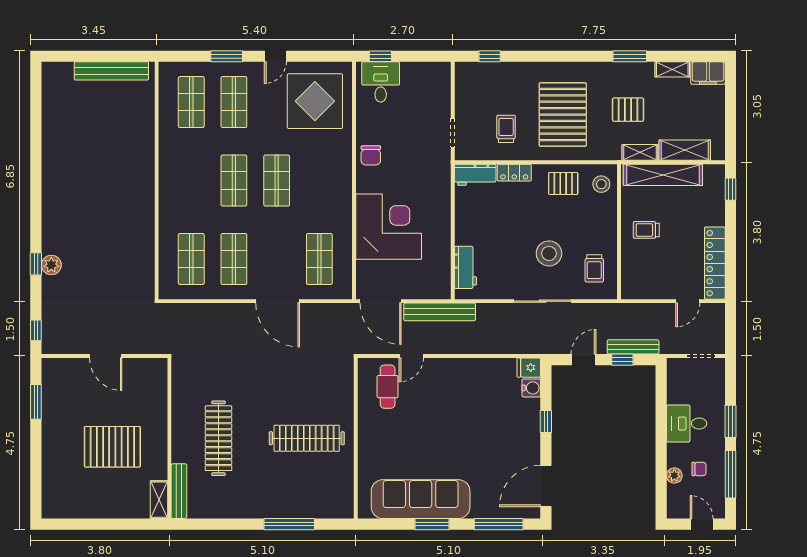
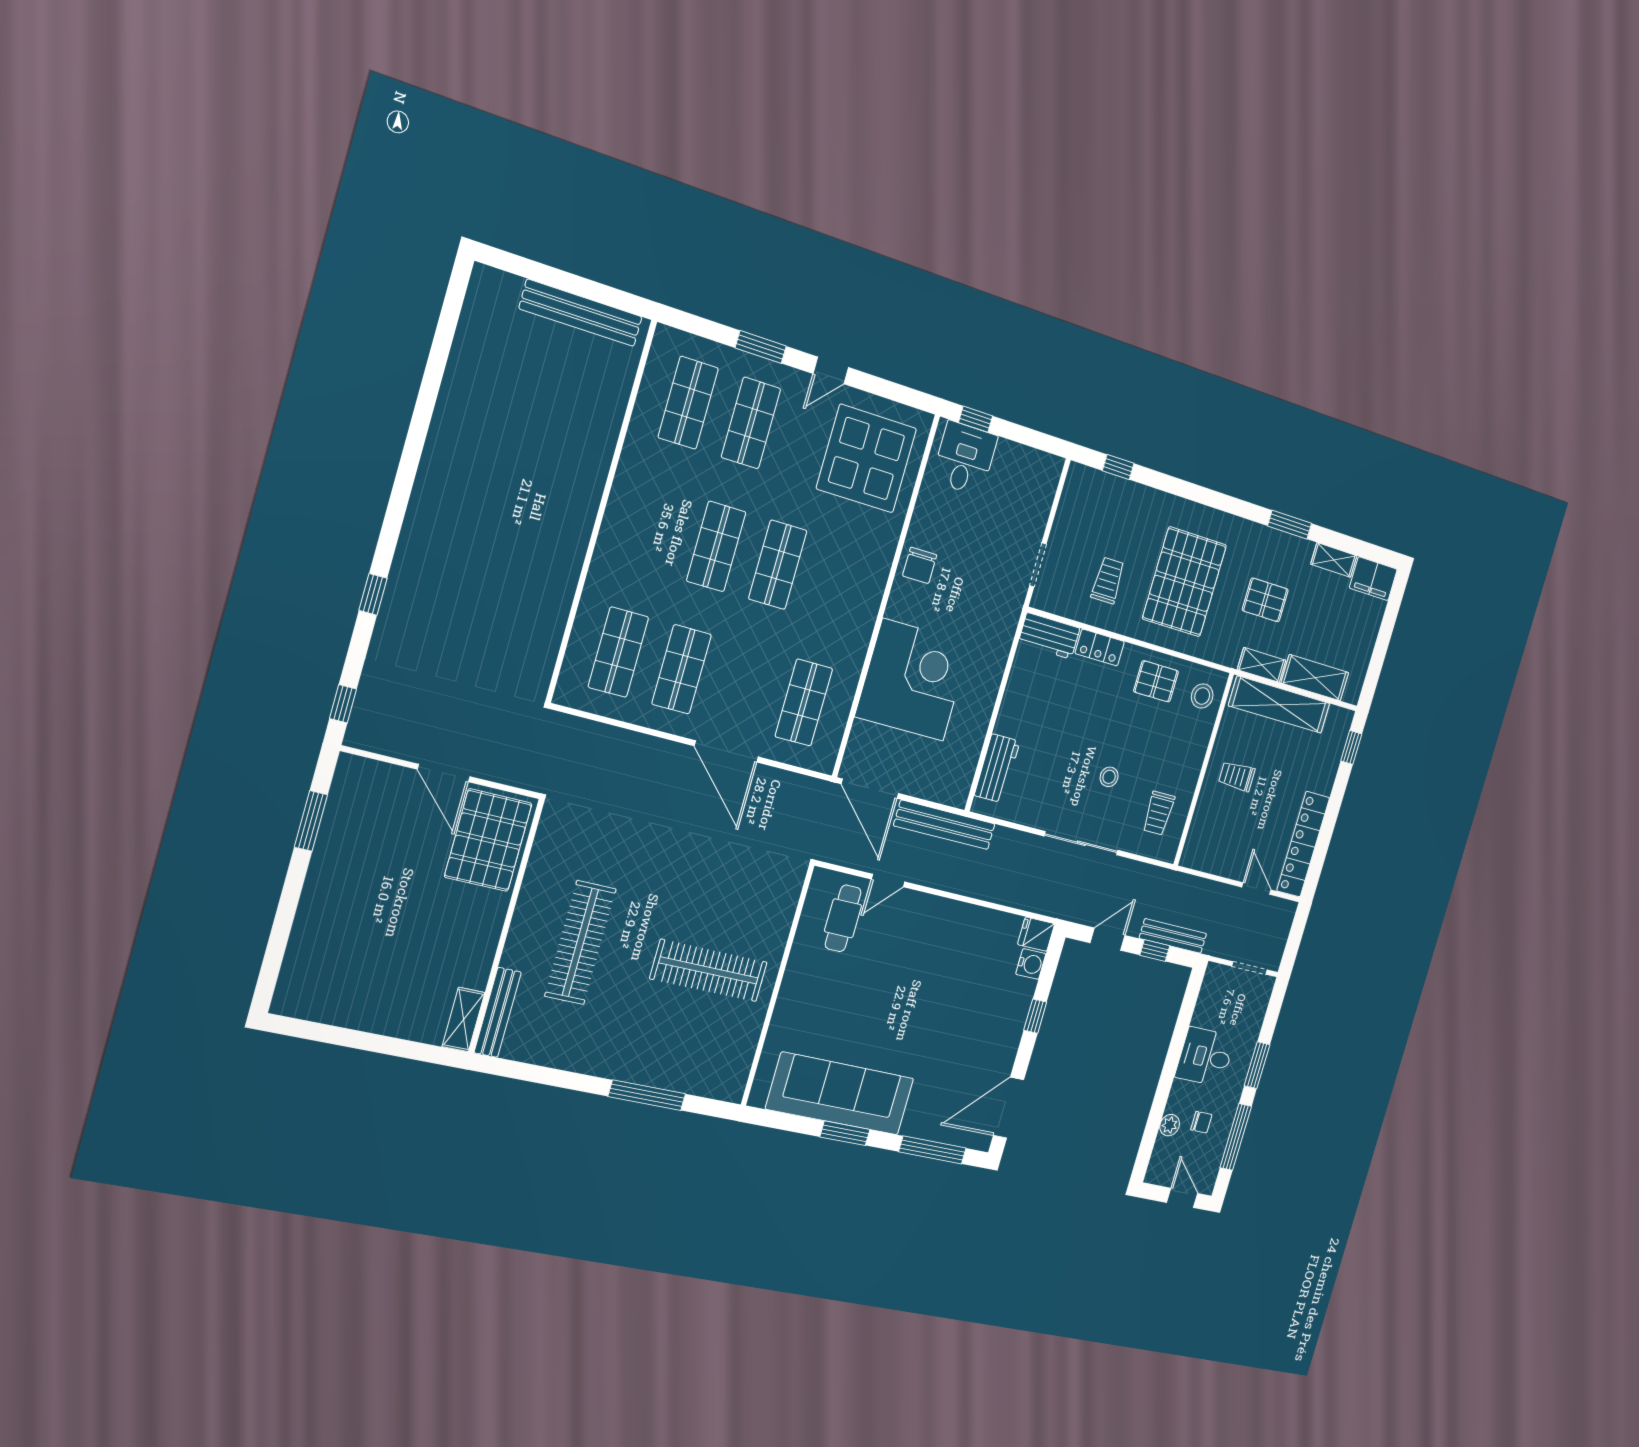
stool: (549, 253) -> (1109, 777), width x0.53, depth x0.53
plant: (51, 265) -> (398, 603), removed
door: (688, 301) -> (1256, 889), swing flipped
pallet: (112, 447) -> (488, 840), moved, turned 90

